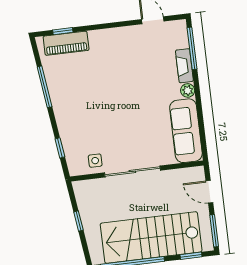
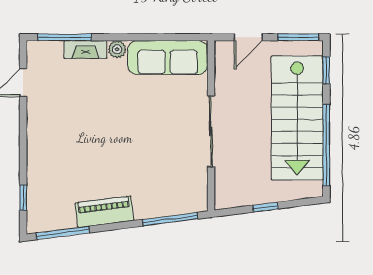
piano: (66, 43) -> (104, 212), moved, turned -97
window: (45, 87) -> (63, 233), moved
window: (60, 148) -> (170, 219), width x2.17
side table: (95, 161) -> (192, 177), removed

